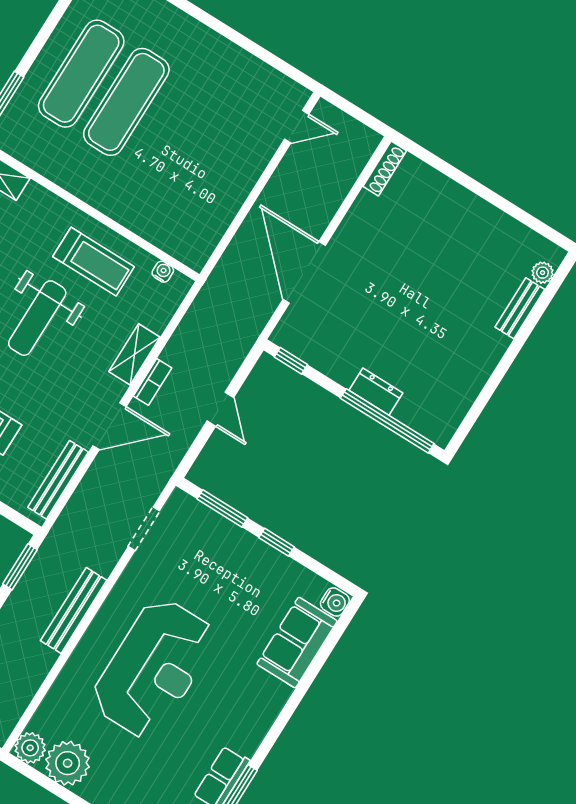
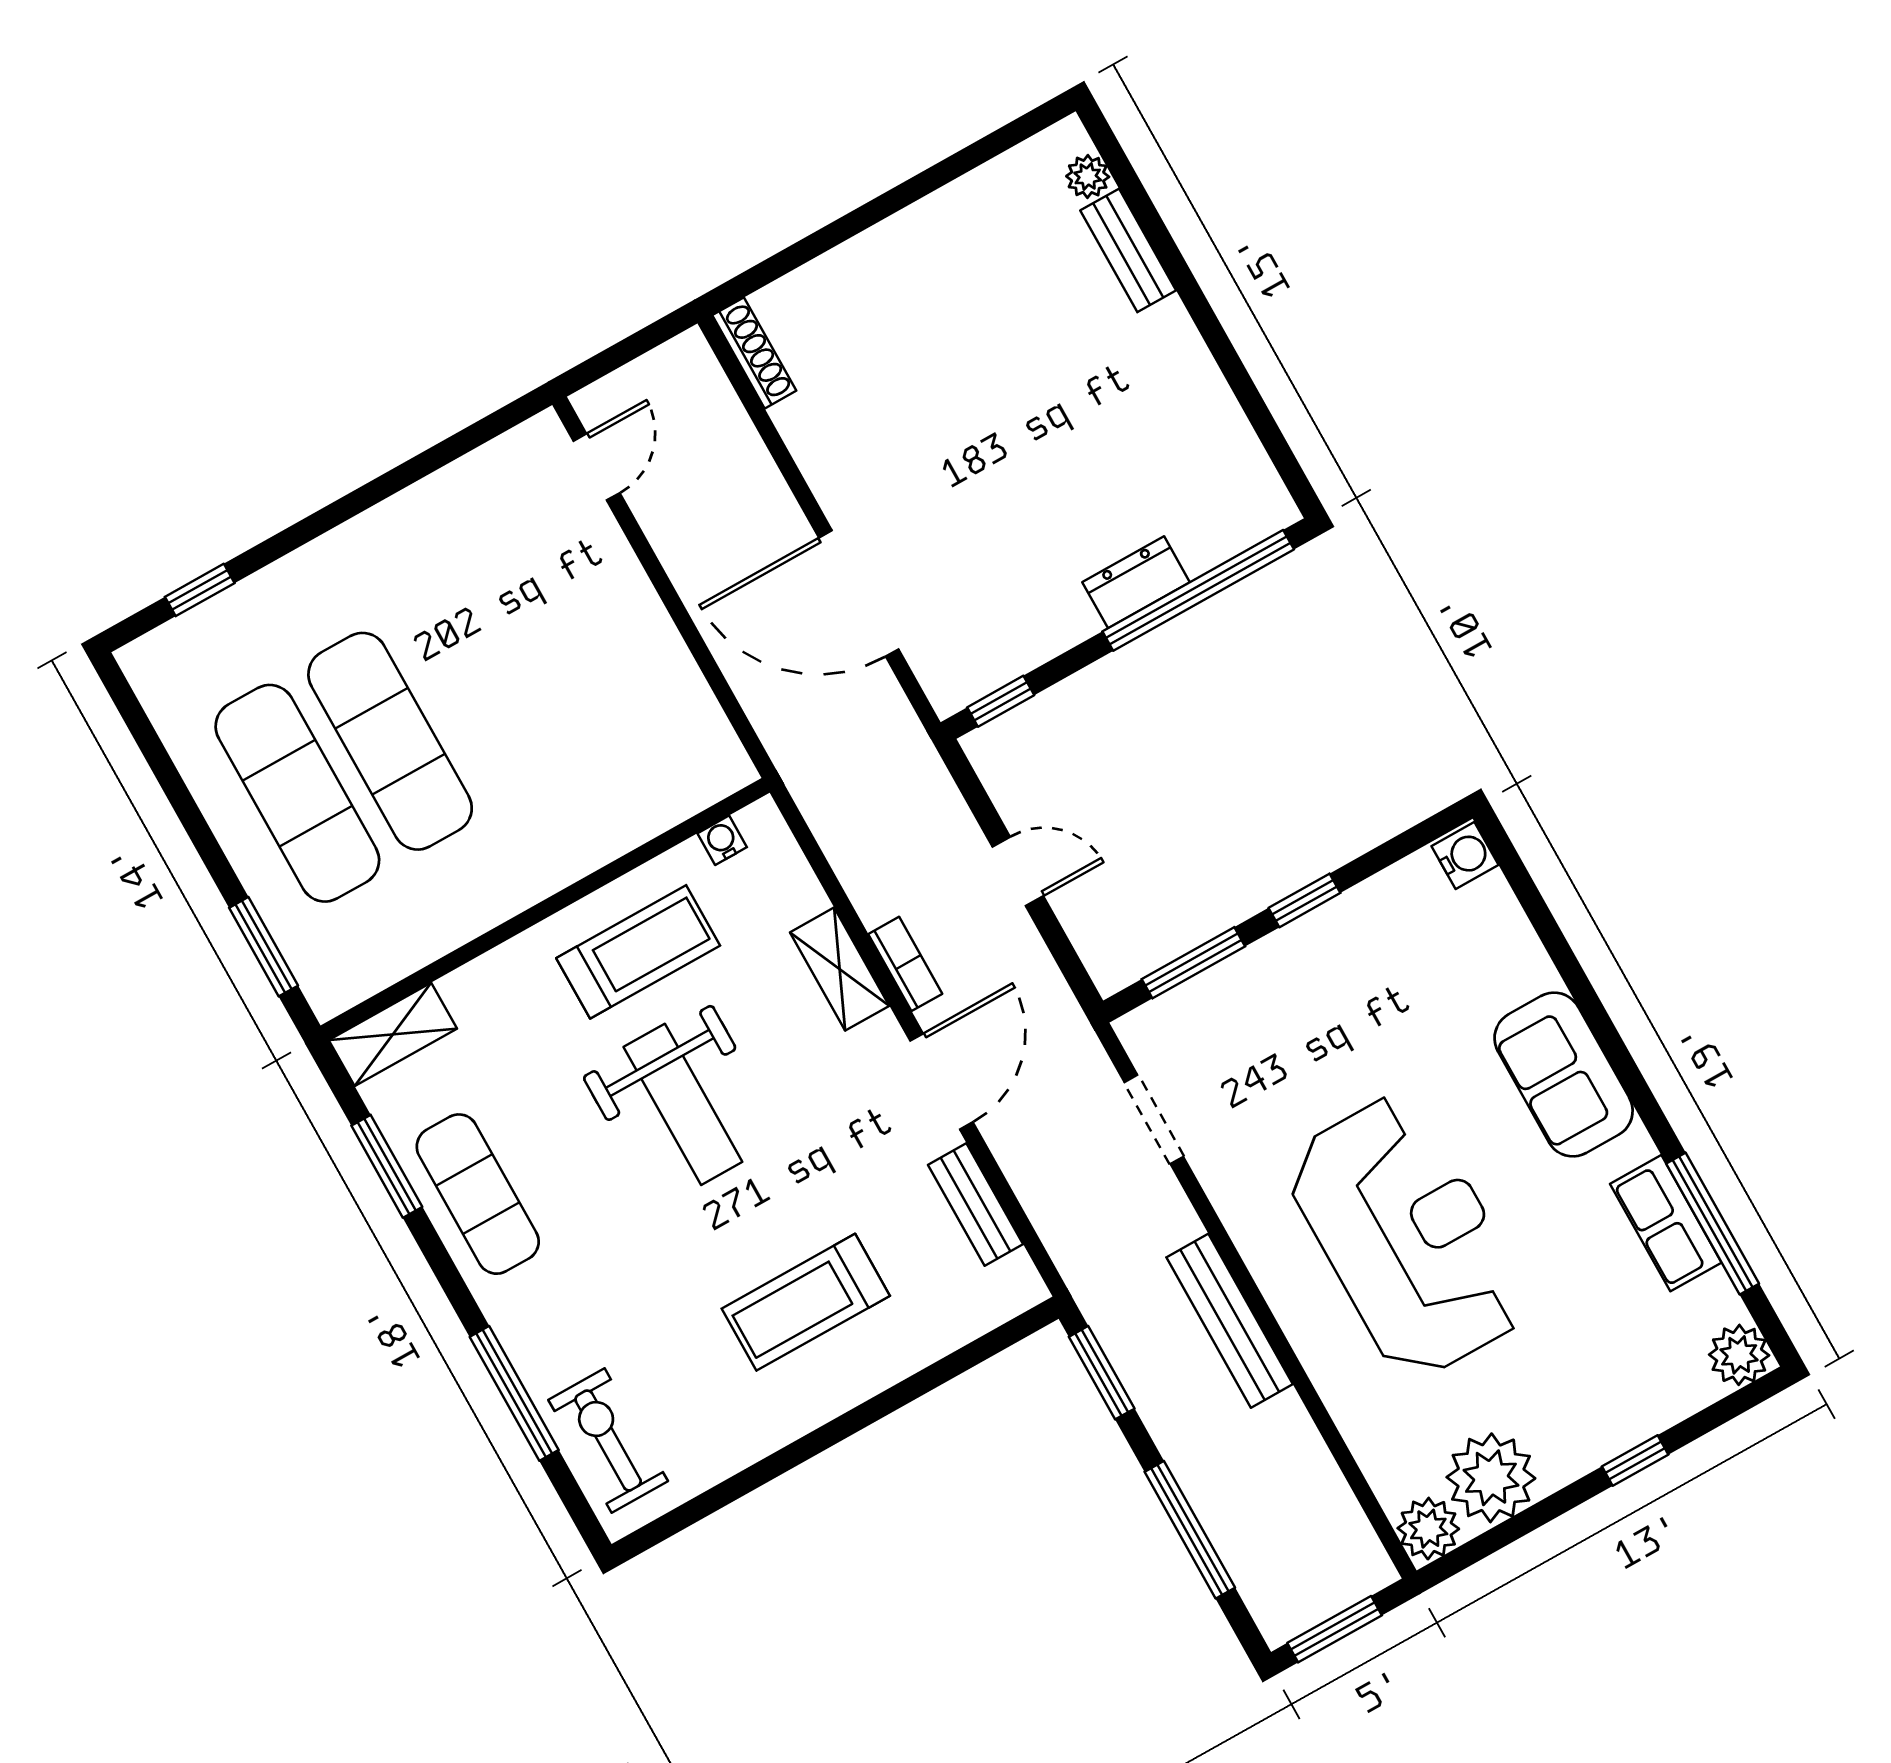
bench: (58, 480) -> (976, 1204), width x0.73
sofa: (297, 642) -> (1564, 1075), moved

